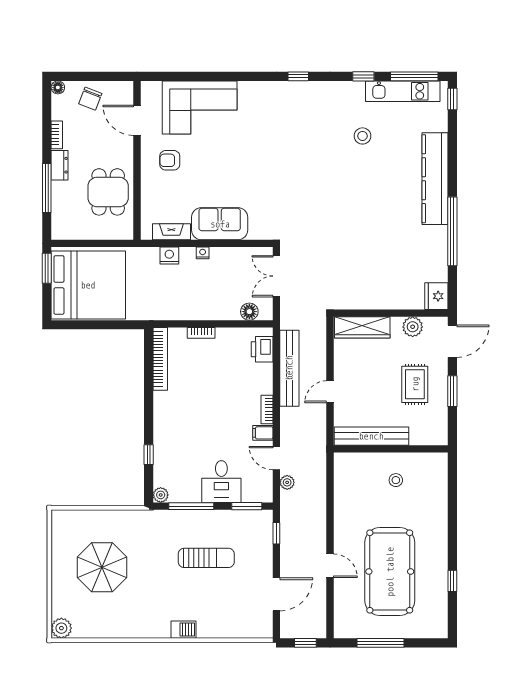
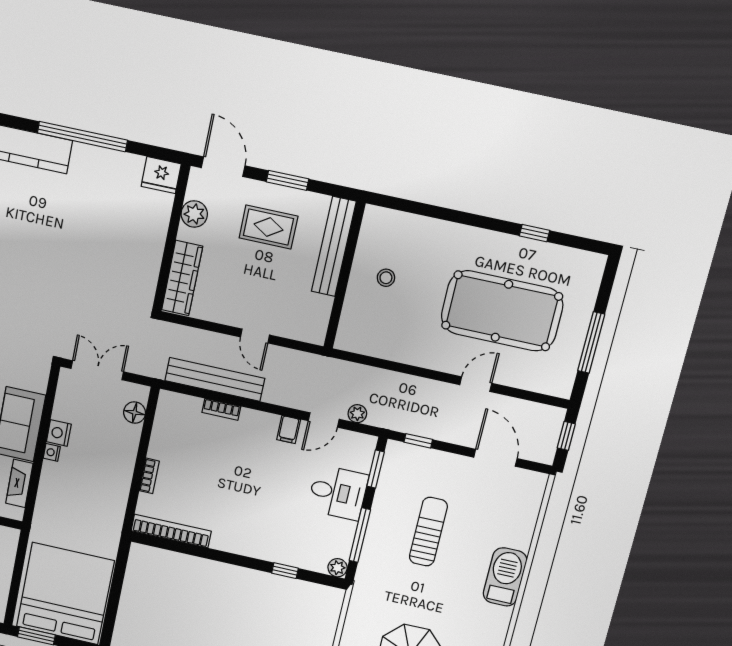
nightstand: (169, 256) -> (59, 433), moved
double door: (276, 276) -> (97, 370), swing flipped
printer: (262, 349) -> (184, 407), removed
bookcase: (267, 410) -> (221, 409), moved
bench: (371, 436) -> (334, 247), moved
barbecue: (184, 630) -> (505, 577), width x1.88, depth x1.53

